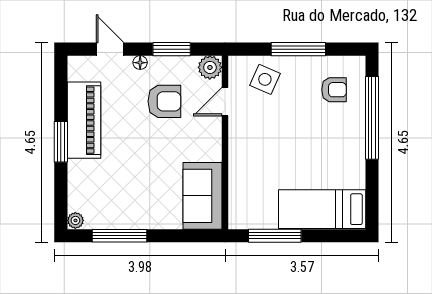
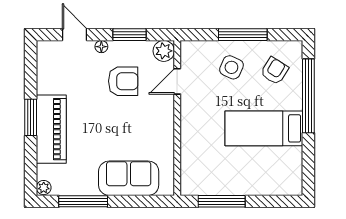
side table: (265, 79) -> (231, 67), moved
armchair: (334, 90) -> (274, 71), turned -58
piano: (84, 120) -> (51, 129), moved
sofa: (202, 196) -> (129, 178), moved, turned 90
bed: (322, 209) -> (264, 128), moved

